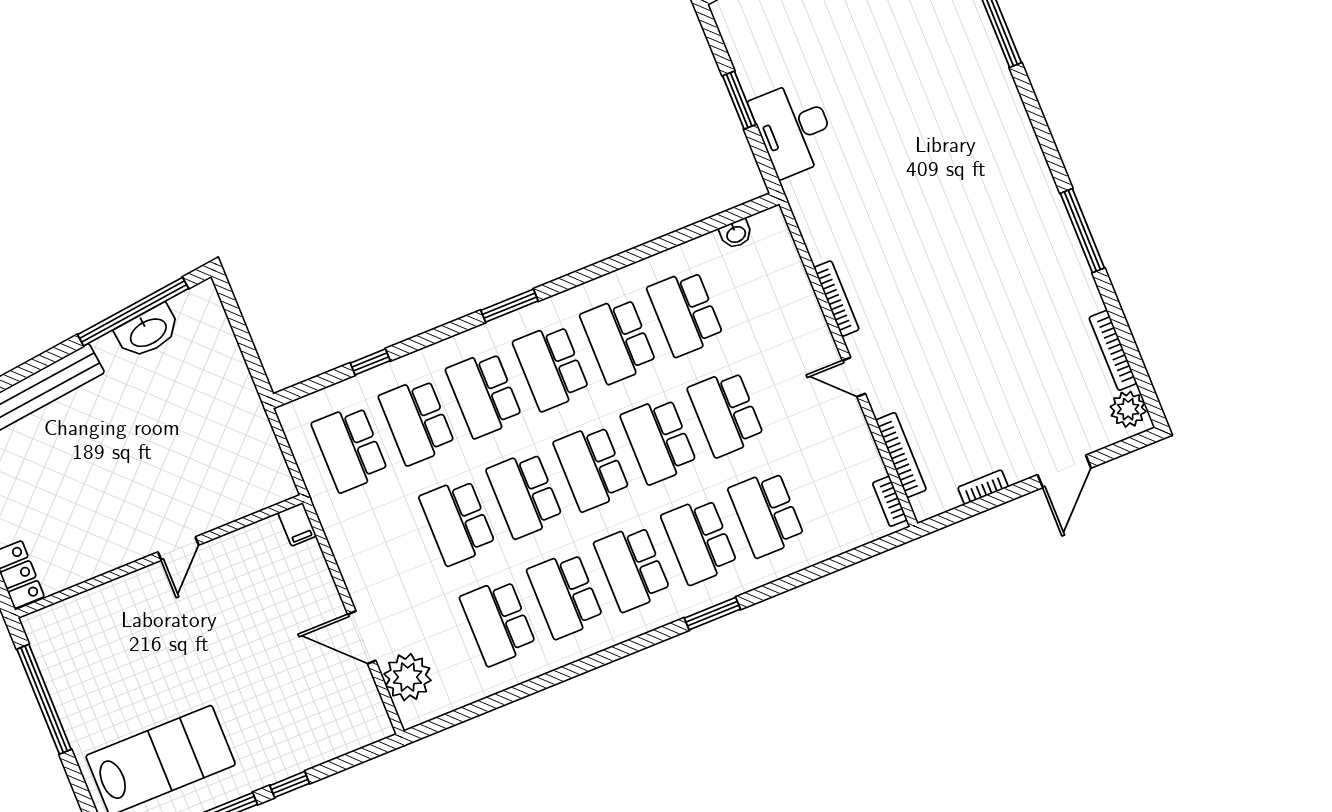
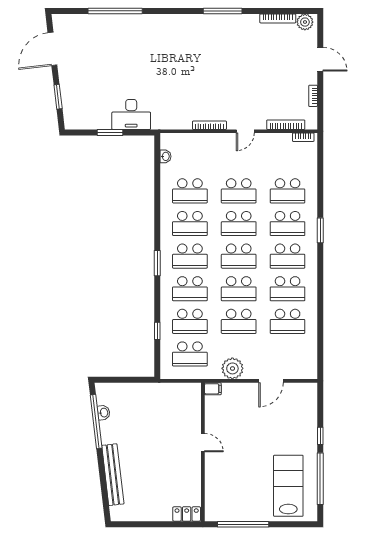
washbasin: (148, 332) -> (104, 413), width x0.52, depth x0.69
plant: (408, 677) -> (232, 368), moved

